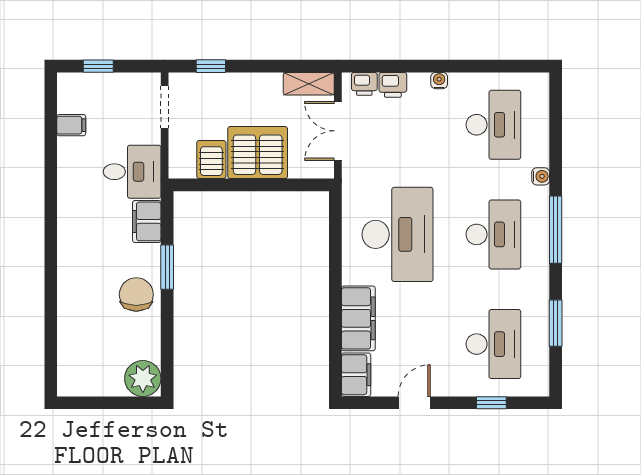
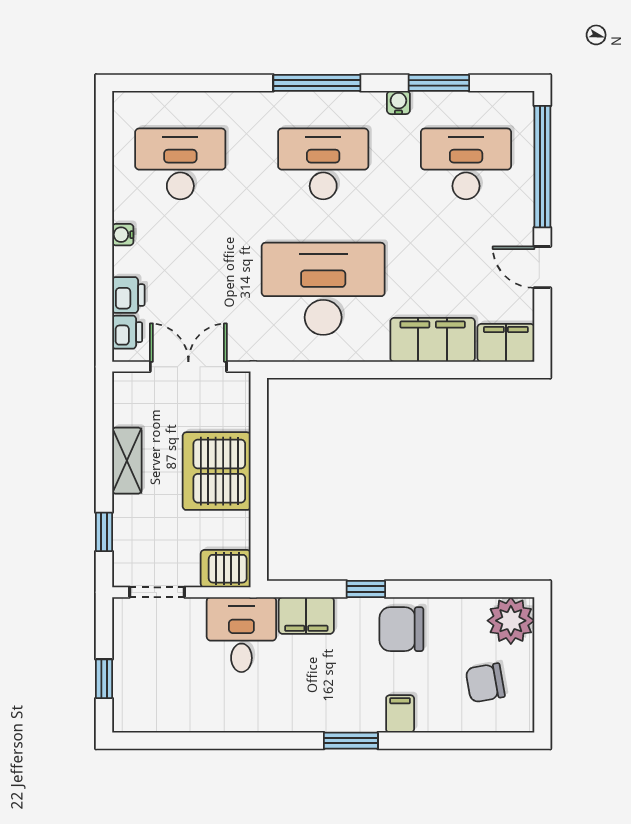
shelving: (309, 84) -> (127, 461), moved
filing cabinet: (71, 125) -> (400, 714), moved
double door: (338, 131) -> (188, 367), swing flipped
server rack: (211, 160) -> (226, 569), moved
water cooler: (541, 176) -> (398, 102), moved
window: (51, 256) -> (351, 741), added
window: (167, 267) -> (366, 589), width x0.67
chair: (95, 359) -> (485, 683), added
window: (491, 403) -> (542, 167), width x3.17

